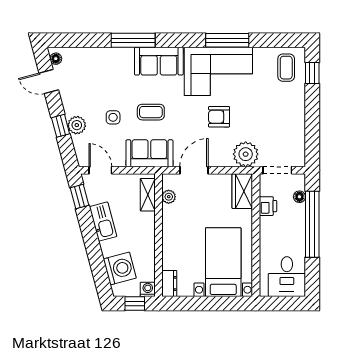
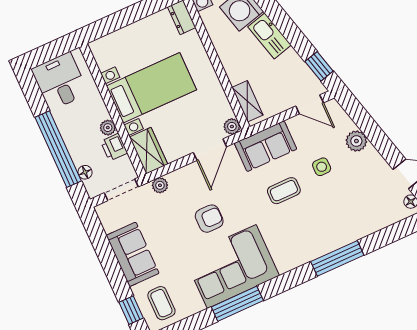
sofa: (159, 61) -> (133, 254), moved, turned 90
window: (61, 126) -> (373, 133), removed
plant: (246, 154) -> (160, 185), width x0.53, depth x0.53
plant: (169, 197) -> (232, 126), moved
kitchen sink: (103, 222) -> (270, 36), moved
plant: (266, 224) -> (108, 128), added
bed with nightstands: (223, 262) -> (151, 88), moved, turned -90

